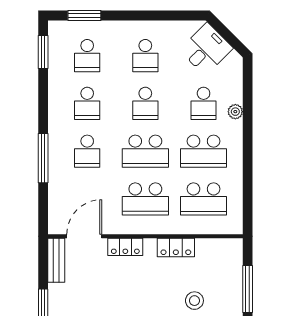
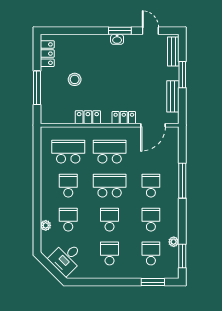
plant: (55, 72) -> (174, 242), added
plant: (235, 112) -> (46, 225), moved
school desk: (204, 151) -> (68, 186), width x0.54
bench: (56, 260) -> (173, 96), moved

